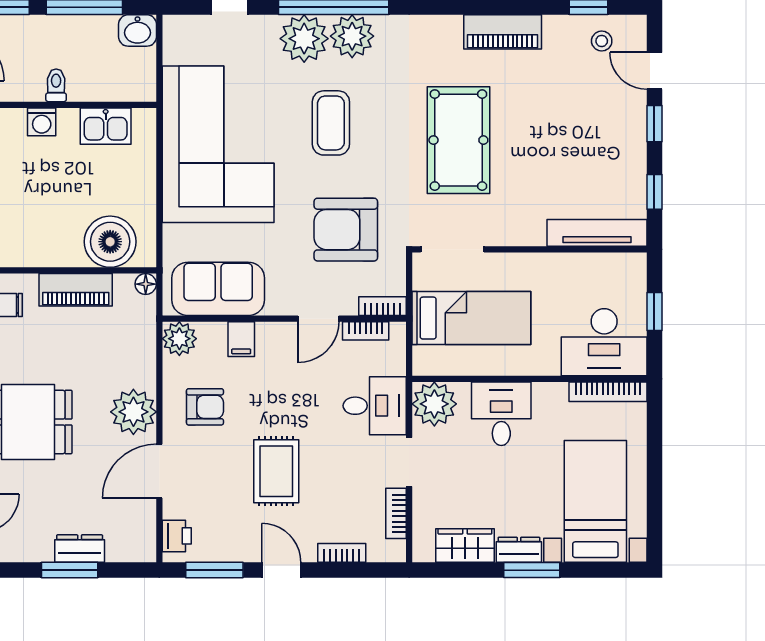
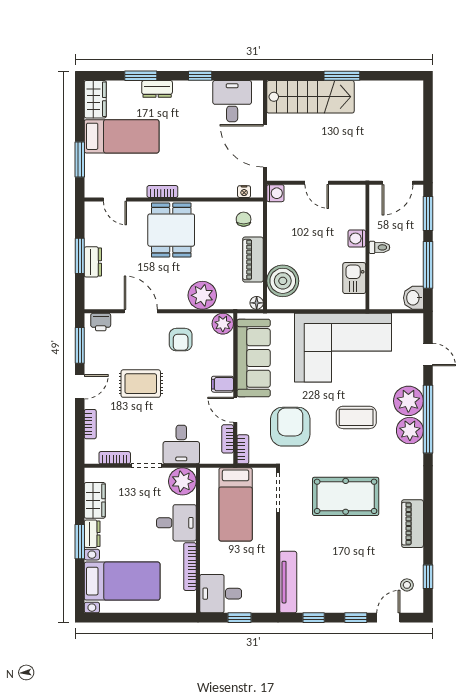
sofa: (218, 289) -> (254, 358), width x1.36
filing cabinet: (241, 339) -> (222, 384), moved
desk: (604, 342) -> (221, 594), width x0.73
bookcase: (608, 392) -> (190, 567), moved
plant: (133, 412) -> (202, 295), moved

